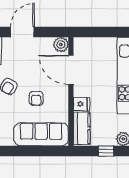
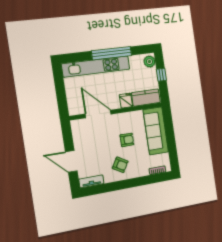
plant: (61, 45) -> (77, 126), removed
door: (71, 70) -> (98, 114), swing flipped

